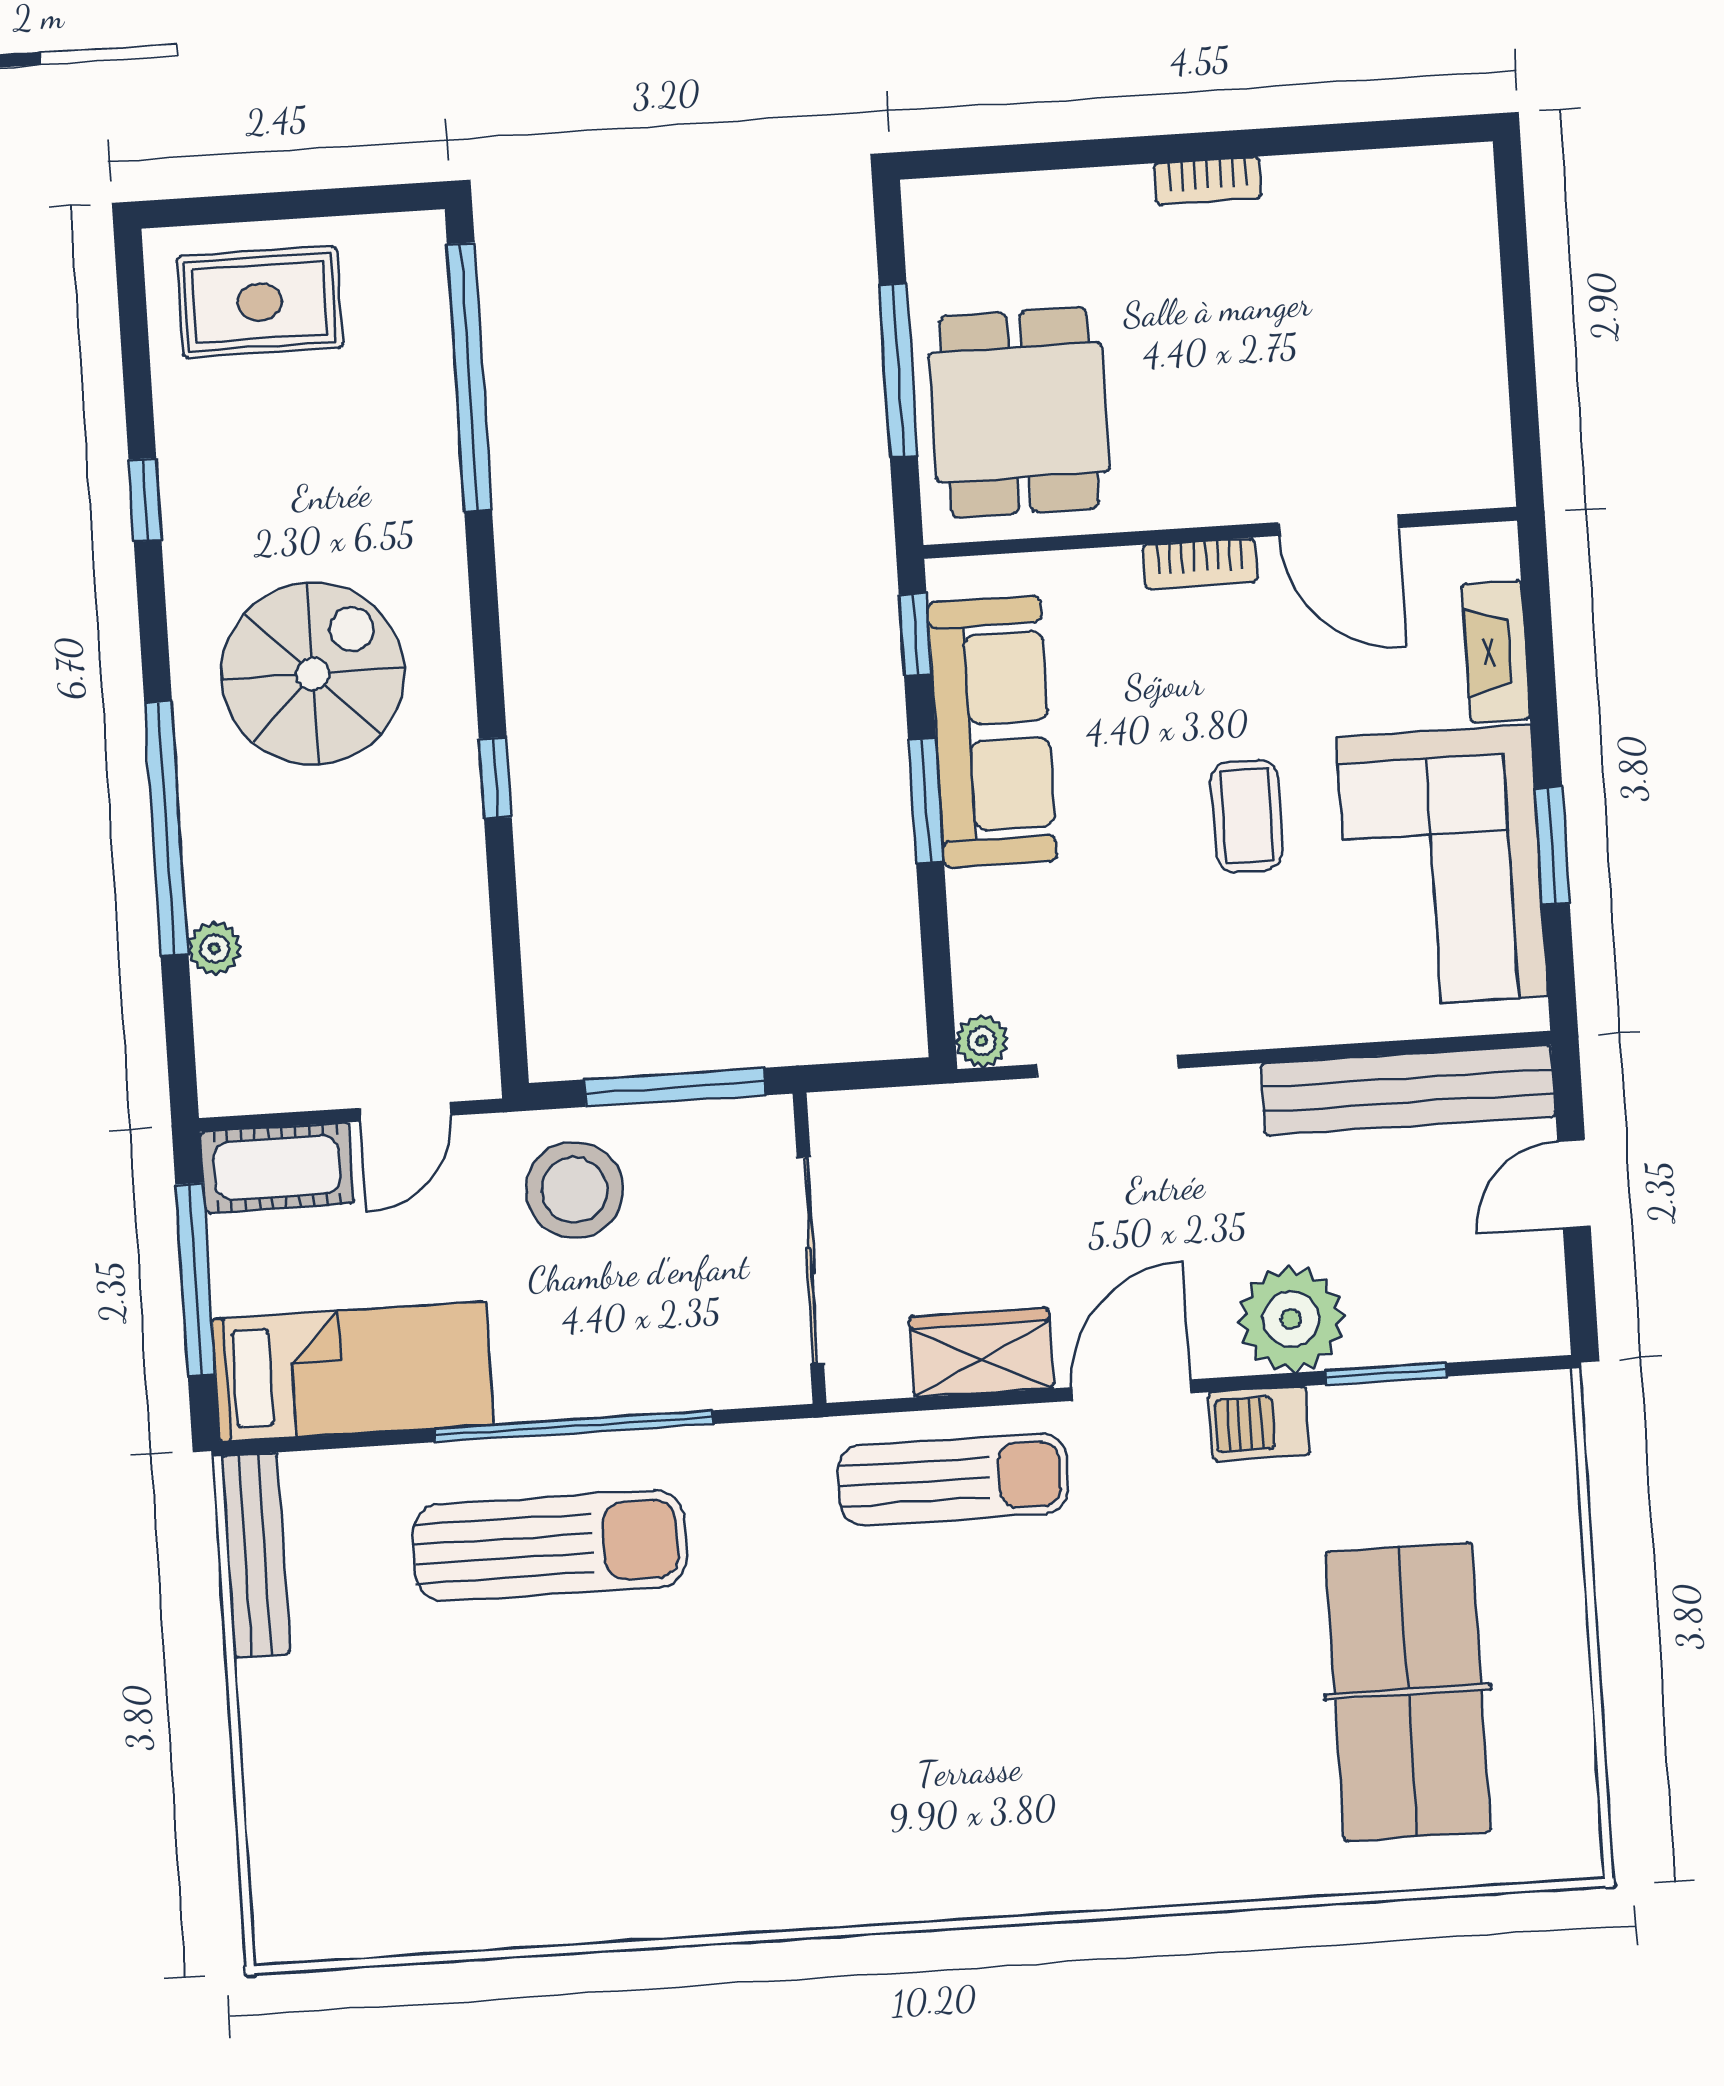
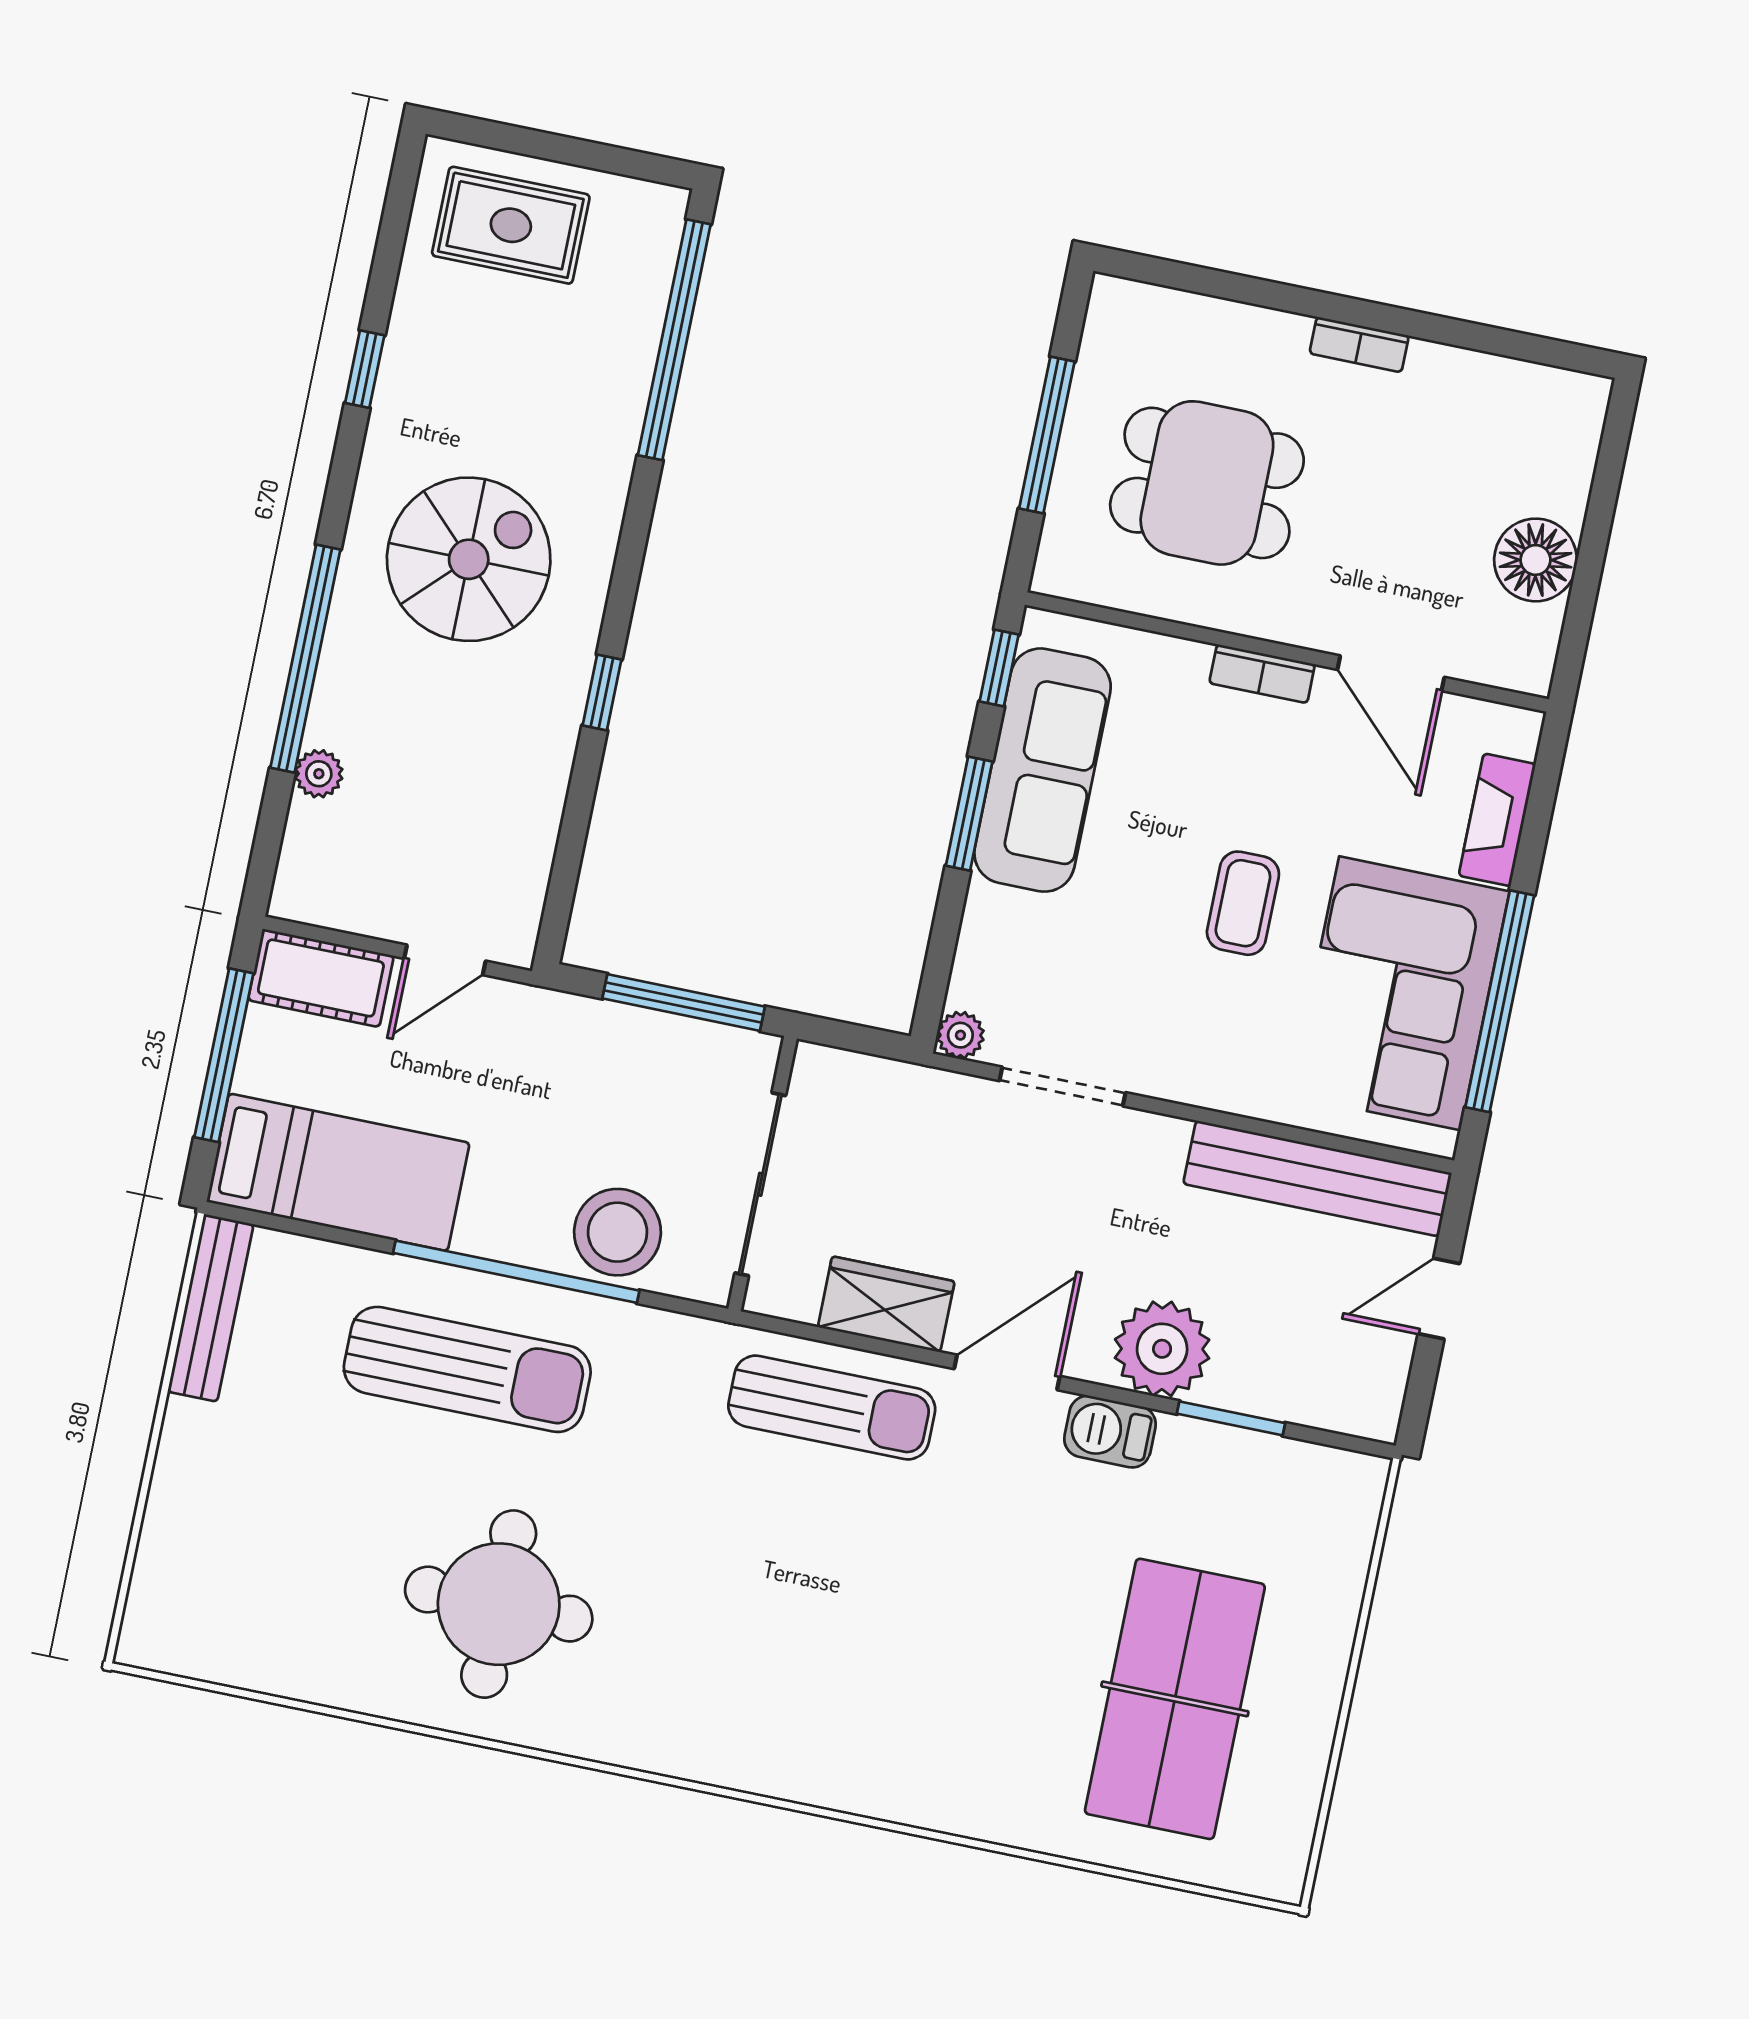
floor lamp: (1461, 361) -> (1536, 560), added
dining table: (1019, 412) -> (1207, 483), moved, turned 90
window: (1552, 846) -> (1500, 1001), width x2.11
stool: (575, 1190) -> (618, 1232), moved
round table: (653, 1789) -> (499, 1604), added

